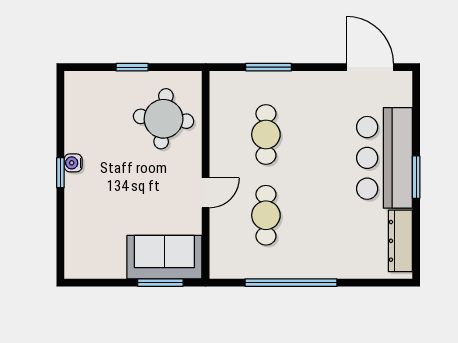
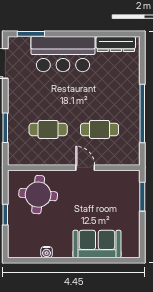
water cooler: (73, 163) -> (47, 252), moved
window: (60, 173) -> (72, 260), removed
window: (416, 177) -> (31, 34), moved
sofa: (164, 257) -> (97, 244), moved, turned 90

